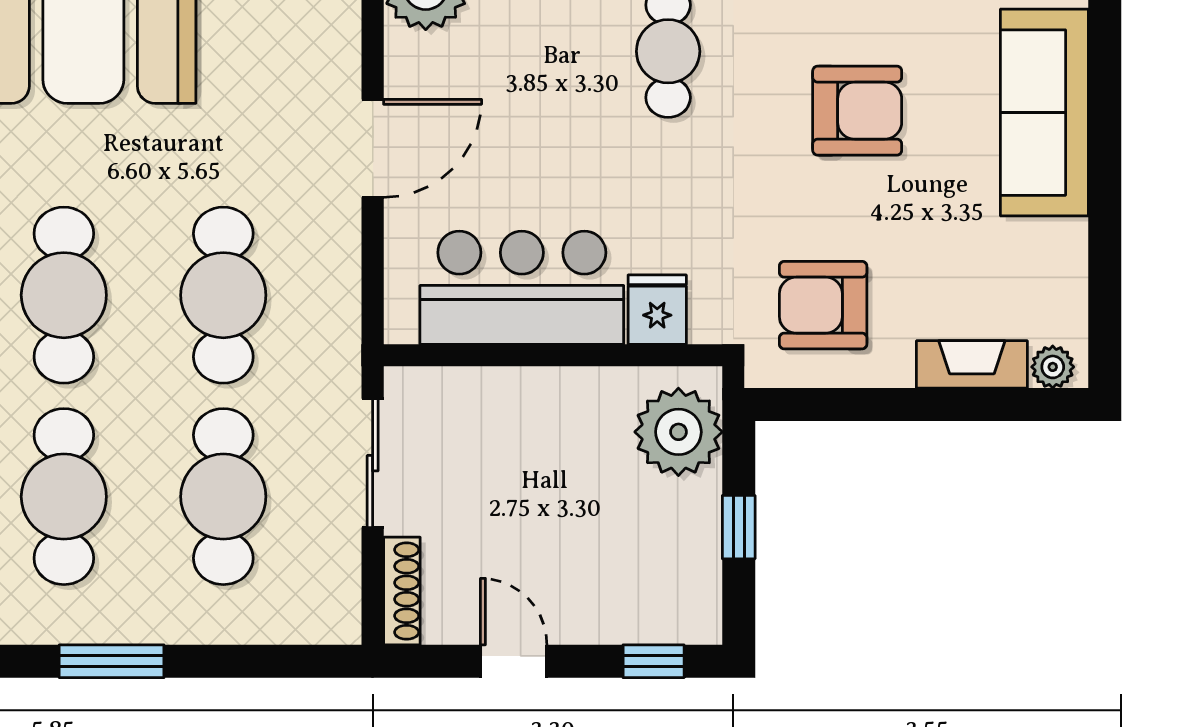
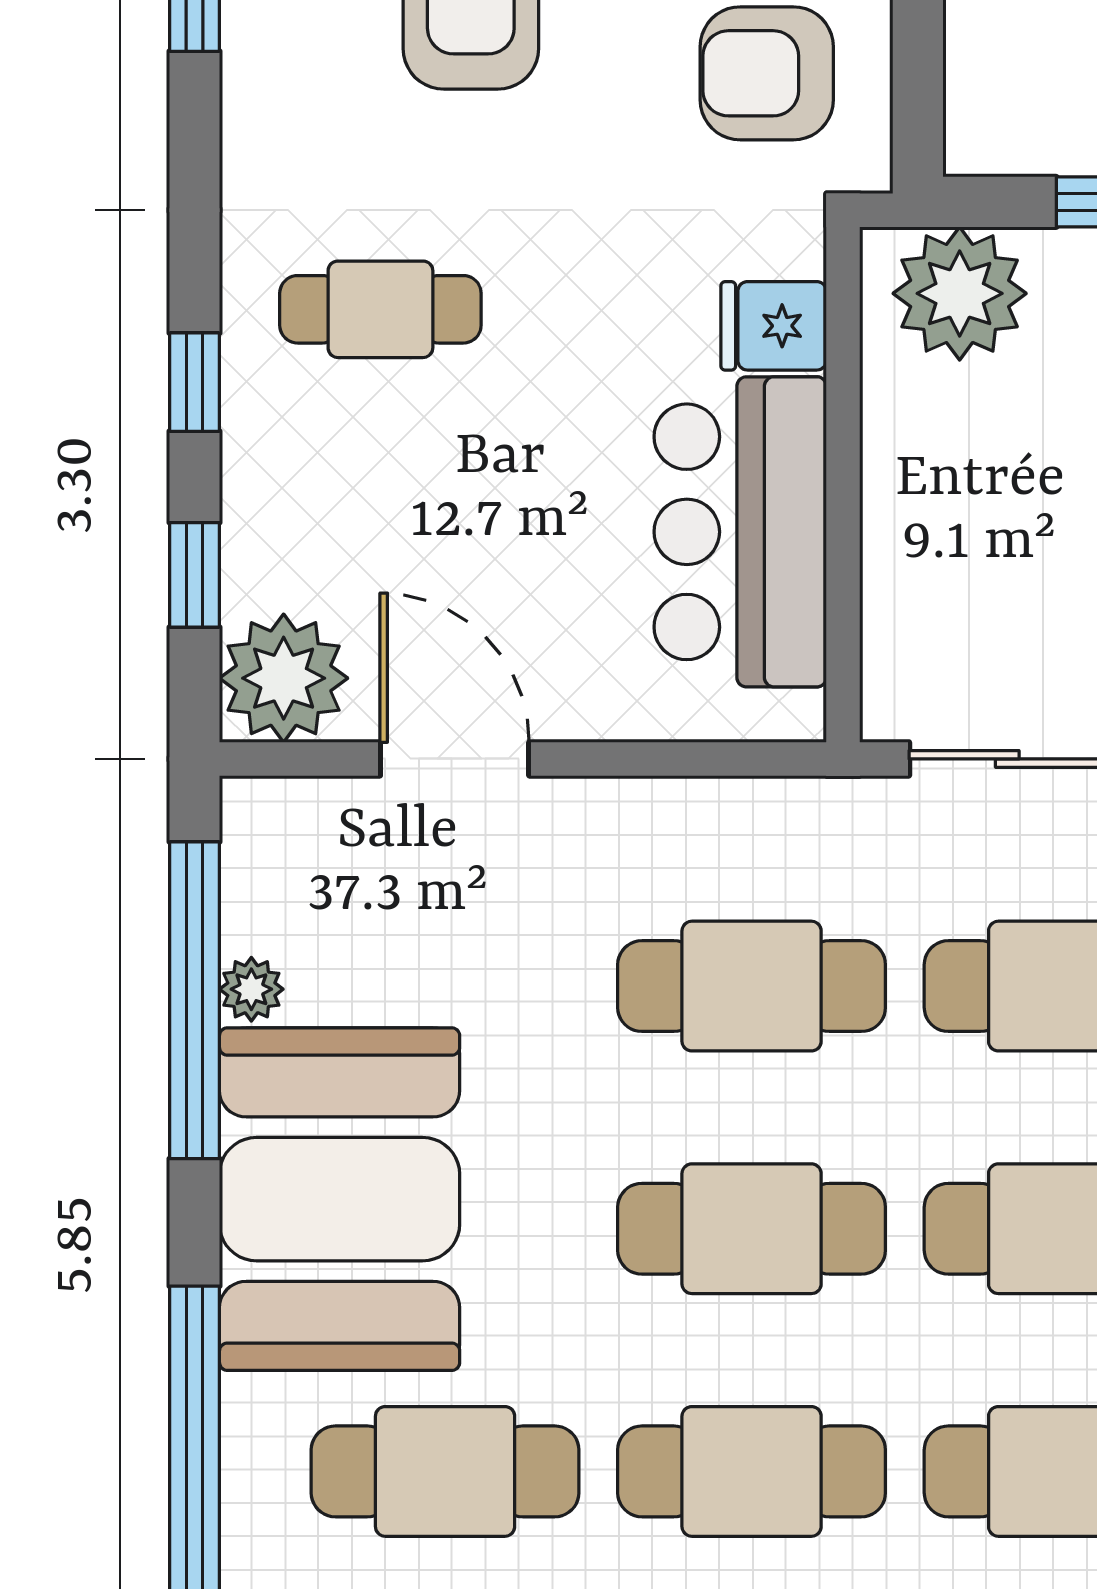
door: (373, 148) -> (455, 759), moved
armchair: (823, 305) -> (767, 73), turned 90

